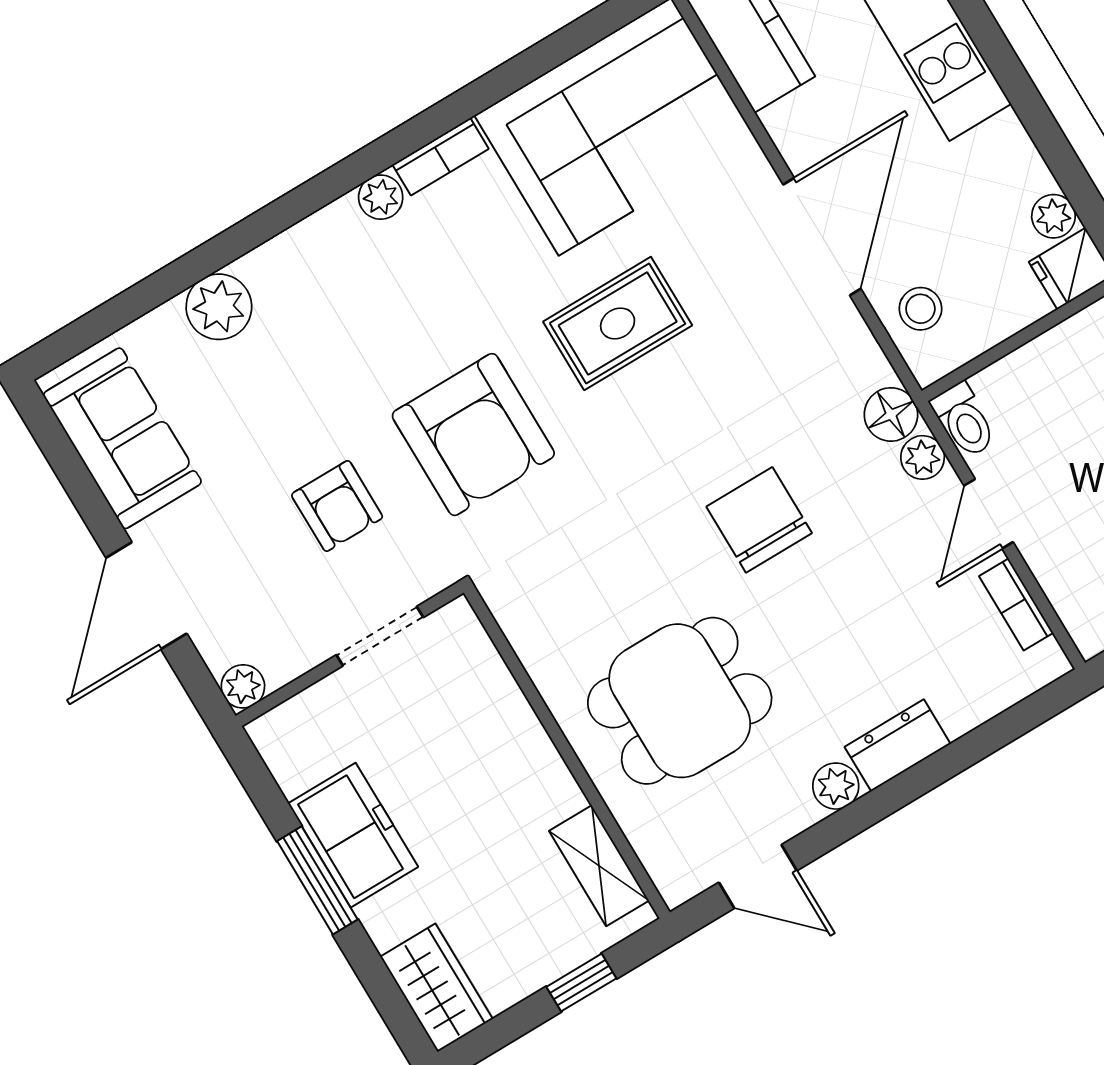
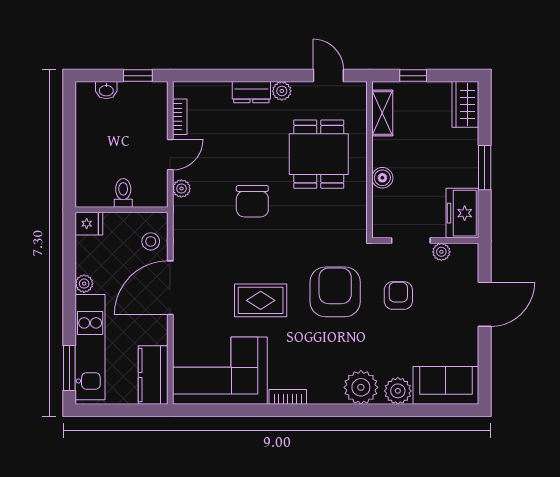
plant: (381, 197) -> (361, 387), moved, width x1.88, depth x1.88
plant: (1053, 216) -> (84, 284), moved
floor lamp: (891, 414) -> (184, 210), removed
toilet: (964, 420) -> (123, 193), moved
sofa: (122, 438) -> (446, 385), moved, turned 90
plant: (243, 686) -> (441, 252), moved
dining table: (680, 701) -> (319, 154), turned 90
boiler: (518, 731) -> (382, 178), added
freezer: (353, 835) -> (462, 213), moved

